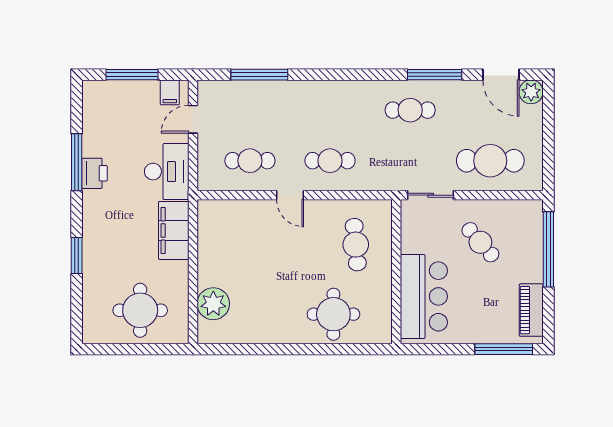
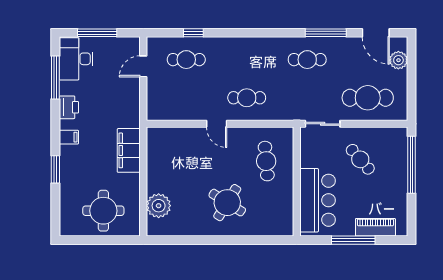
window: (259, 75) -> (193, 33), width x0.46
filing cabinet: (170, 92) -> (69, 137), moved, turned -90
plant: (531, 92) -> (398, 60), moved
cafe table: (250, 161) -> (186, 60), moved
window: (77, 162) -> (55, 78), moved
desk: (167, 172) -> (76, 59), moved, turned 180
piano: (531, 310) -> (375, 227), moved, turned 90
round table: (333, 314) -> (227, 203), moved, turned 32
window: (504, 349) -> (353, 240), moved

